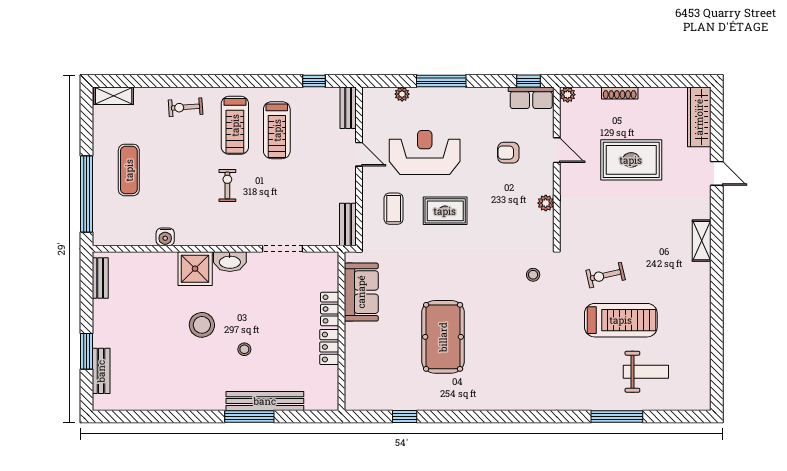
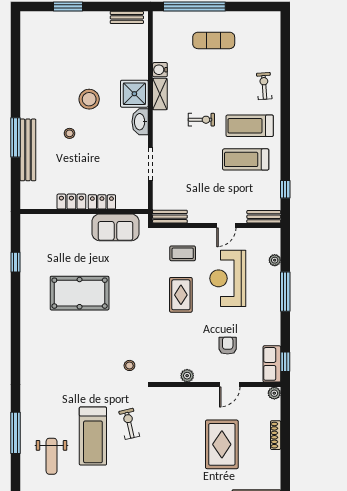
shelving: (114, 96) -> (160, 94), moved
reception desk: (425, 153) -> (228, 278), turned 180
bench: (101, 371) -> (52, 18), removed

